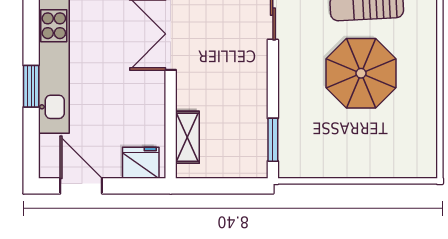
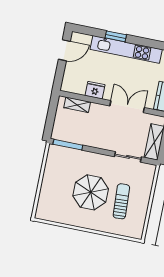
window: (273, 140) -> (68, 145), width x1.44
fridge: (141, 163) -> (95, 90), moved, turned -90

